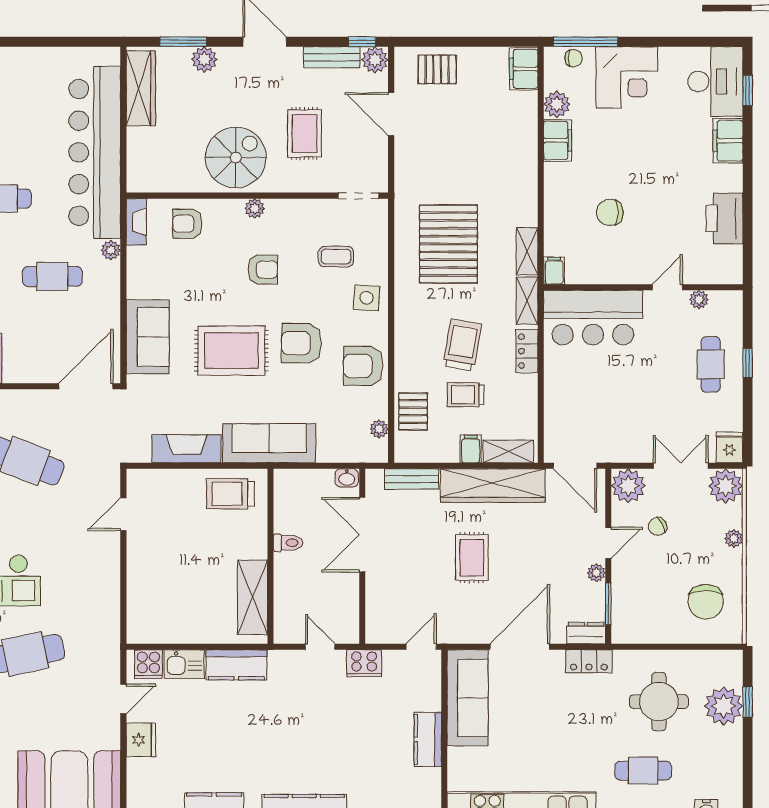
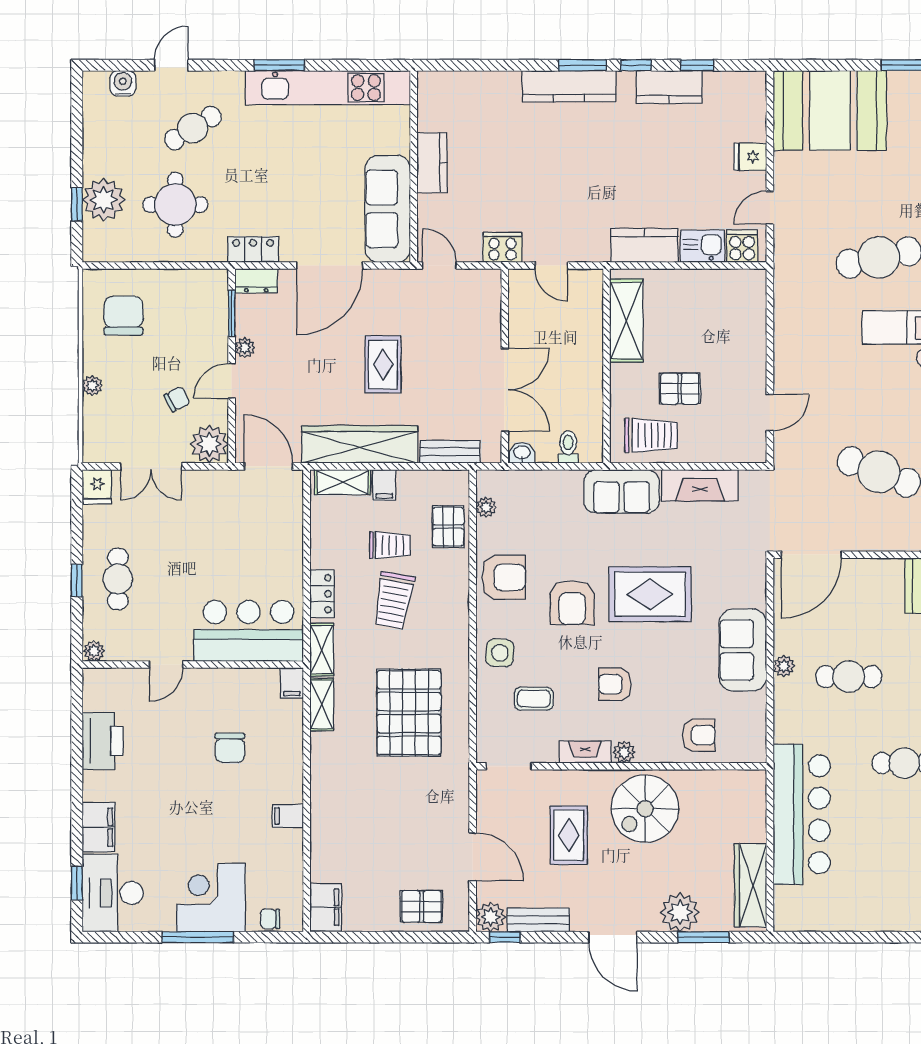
window: (586, 42) -> (198, 937), moved
plant: (204, 59) -> (680, 912), width x1.36, depth x1.36
plant: (557, 104) -> (289, 868), removed
filing cabinet: (558, 140) -> (288, 816), width x0.50
bar counter: (95, 152) -> (802, 814), width x0.73
chair: (610, 212) -> (230, 748), turned 90
fireplace: (136, 222) -> (585, 752), moved, turned 90
plant: (111, 250) -> (784, 666), moved
plant: (699, 300) -> (94, 651), moved
sofa: (148, 337) -> (743, 650), moved
armchair: (302, 343) -> (572, 602), turned 89
sofa: (269, 443) -> (622, 491), width x0.73
plant: (726, 486) -> (101, 444), removed
pallet: (205, 536) -> (680, 389), added
toilet: (288, 543) -> (568, 447), moved, turned 90
door: (421, 647) -> (439, 266), swing flipped
fridge: (141, 740) -> (750, 157), width x0.72
cafe table: (643, 771) -> (193, 128), turned -32

